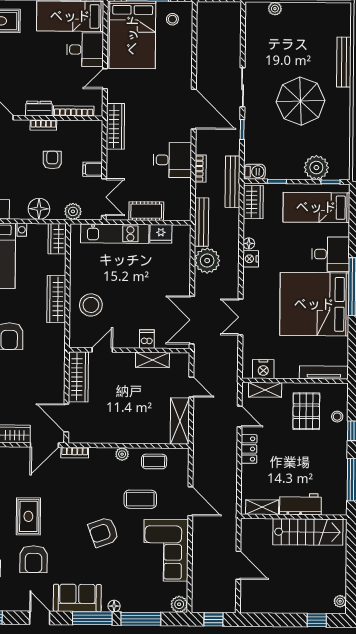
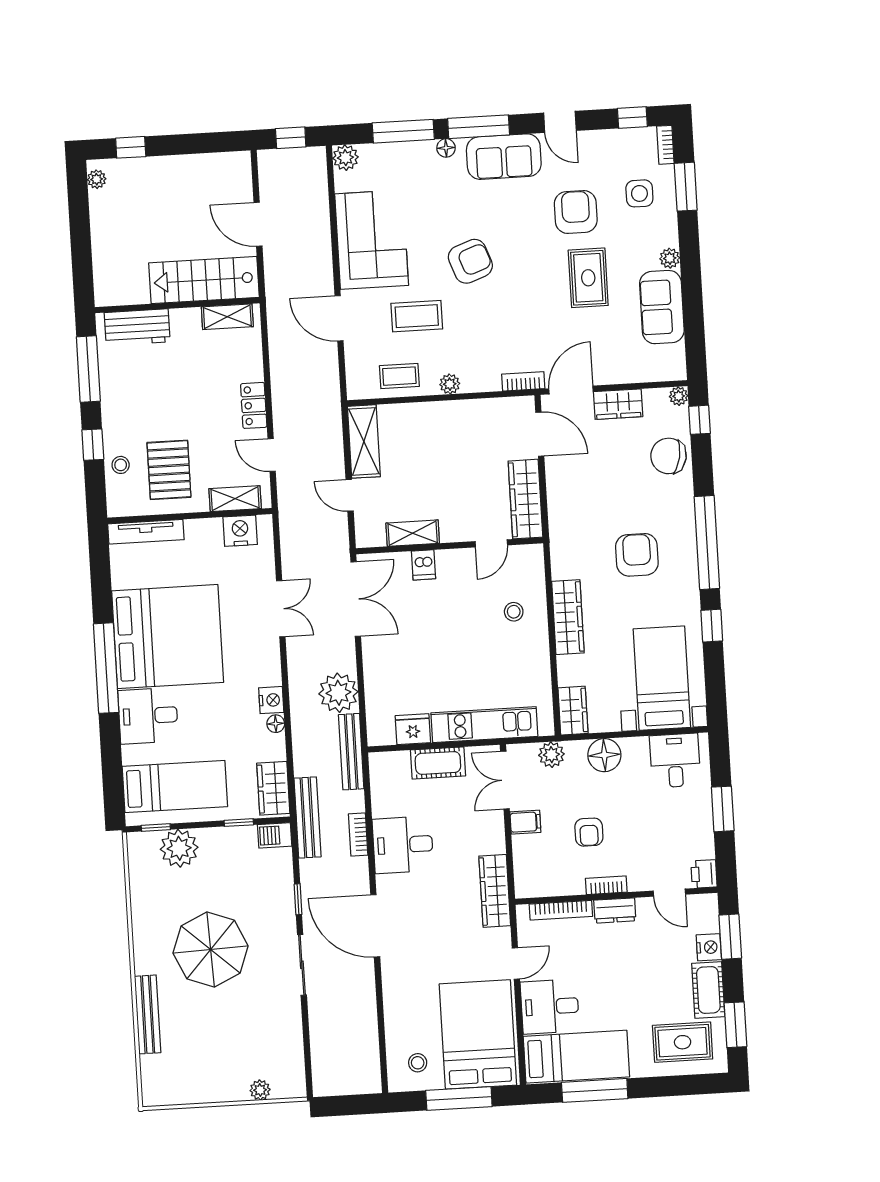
stool: (91, 305) -> (514, 612), width x0.53, depth x0.53
workbench: (300, 504) -> (137, 327), moved
stairs: (308, 532) -> (204, 280), moved

